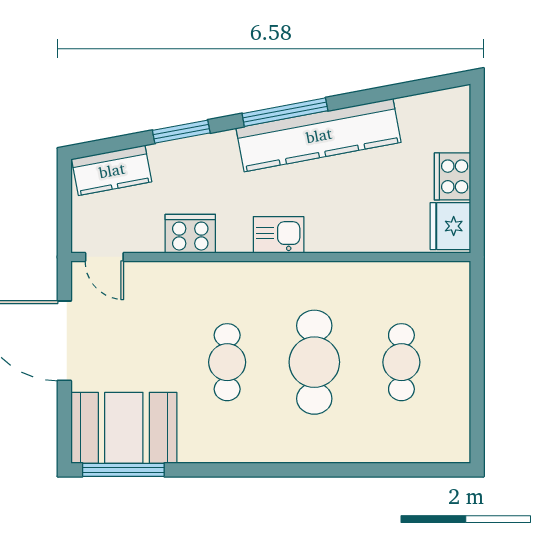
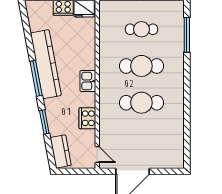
door: (104, 257) -> (97, 154), hinge flipped
cafe table: (227, 362) -> (141, 103), width x1.37, depth x1.35
booth: (124, 428) -> (169, 146), removed
window: (123, 470) -> (187, 35), moved

